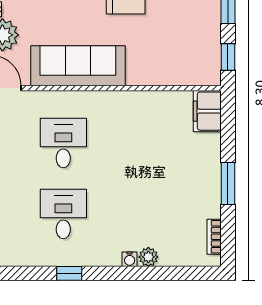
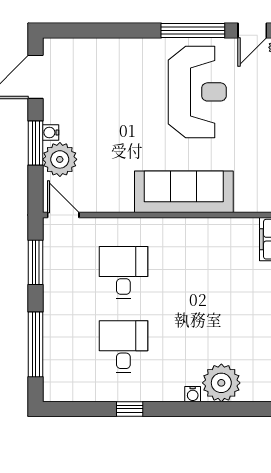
sofa: (78, 66) -> (184, 192), moved
plant: (148, 257) -> (221, 383), width x1.88, depth x1.88

